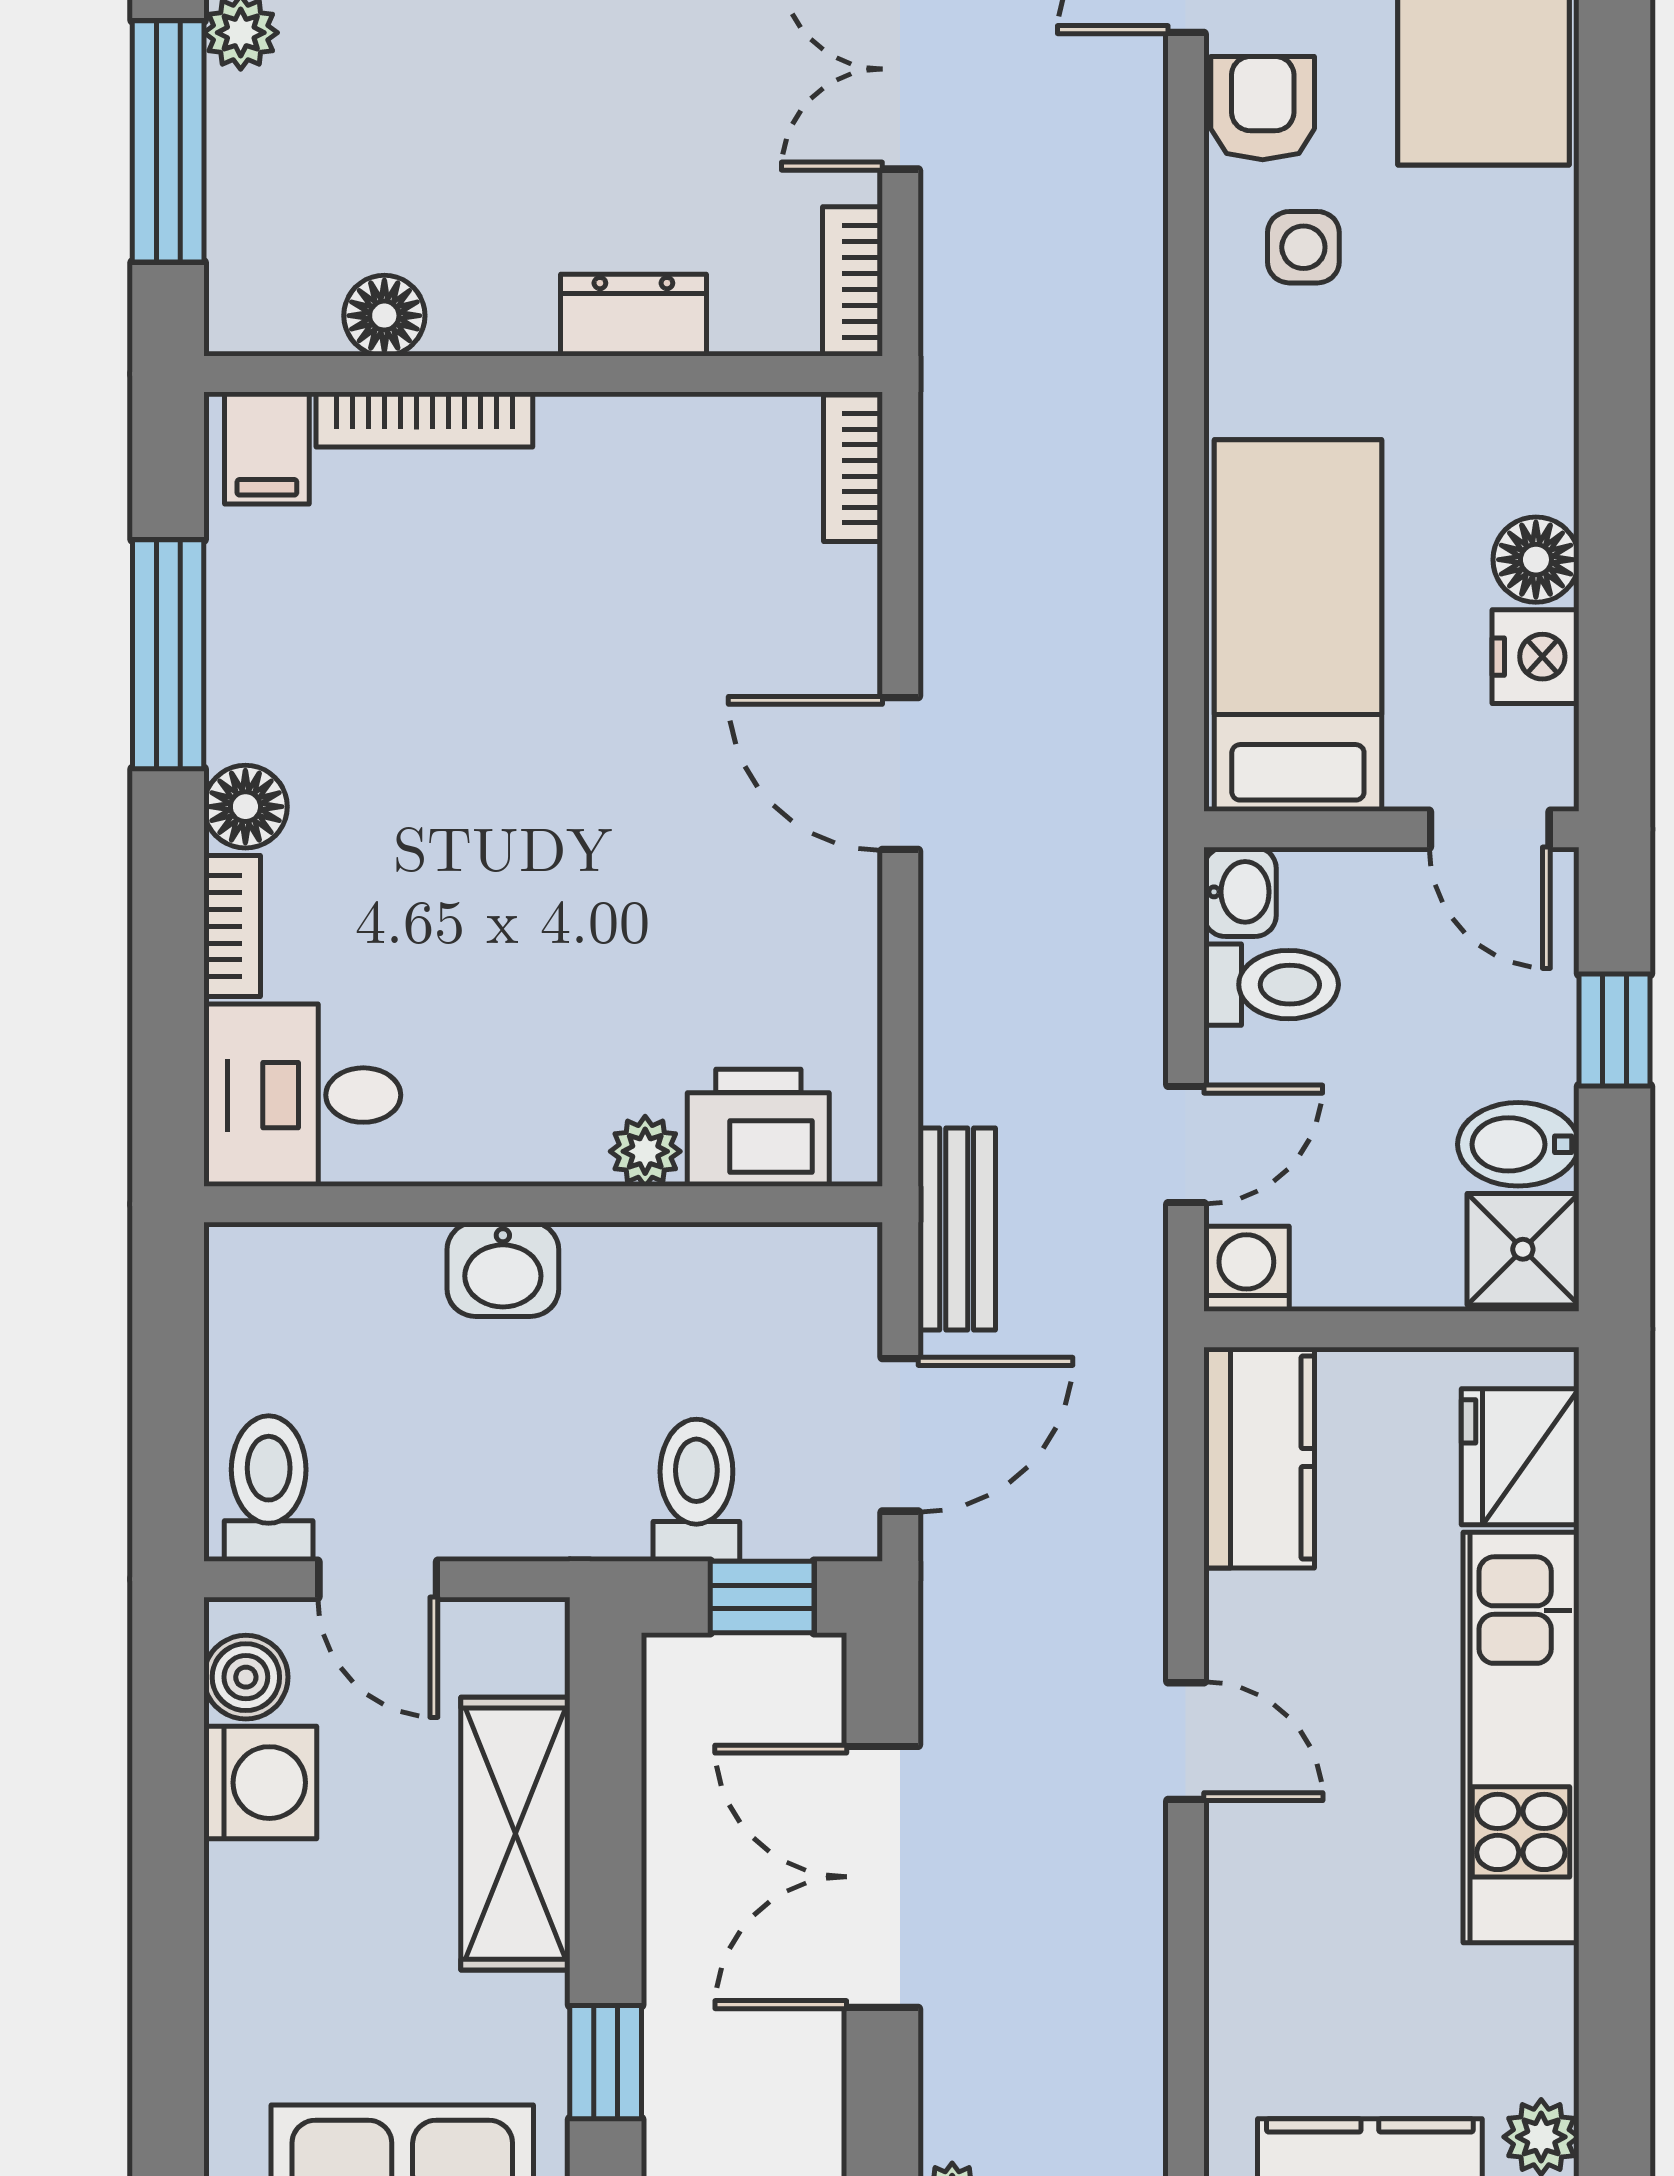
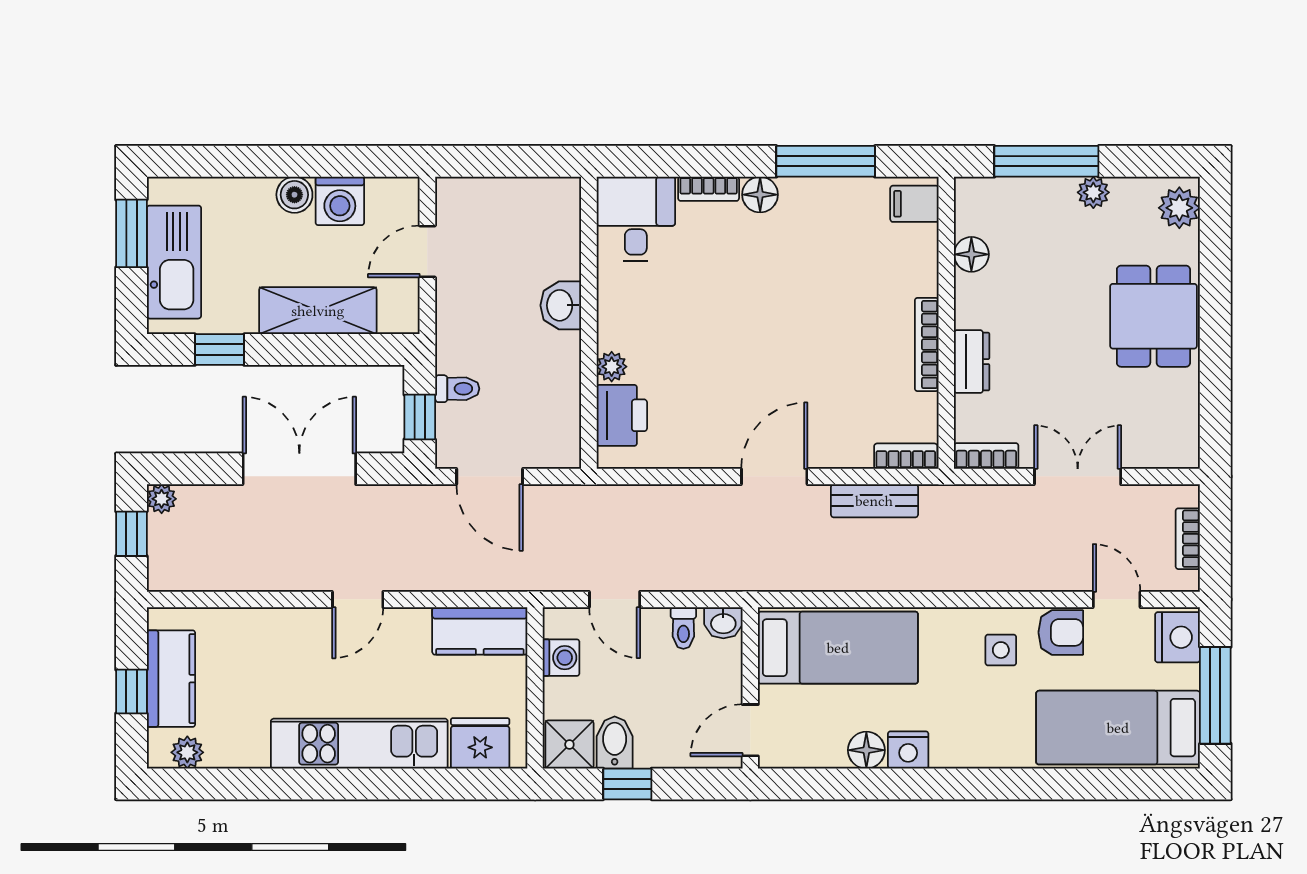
bookcase: (424, 419) -> (927, 345), moved
nightstand: (1535, 657) -> (908, 750), moved
toilet: (1271, 985) -> (683, 628), width x0.73, depth x0.72
window: (1615, 1030) -> (627, 784), moved
bench: (957, 1229) -> (874, 501), moved
washing machine: (1246, 1269) -> (561, 658), moved
toilet: (269, 1489) -> (466, 205), removed
toilet: (696, 1490) -> (457, 389), width x0.73, depth x0.72
boiler: (246, 1677) -> (294, 195), moved

